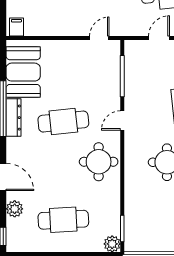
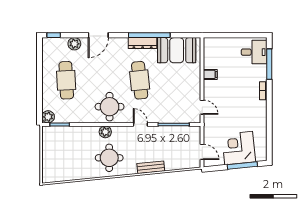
filing cabinet: (16, 27) -> (210, 74), moved
plant: (132, 167) -> (105, 132), added

